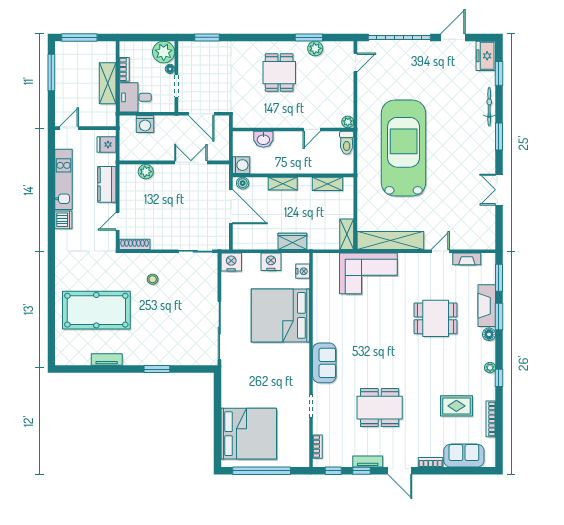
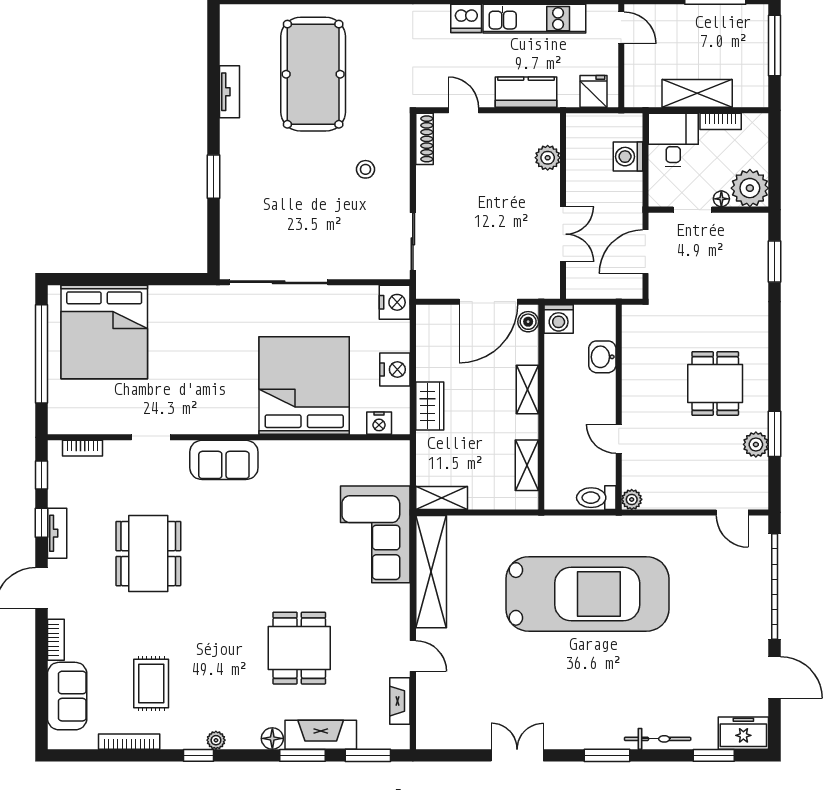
dining table: (279, 73) -> (715, 383), turned 90

